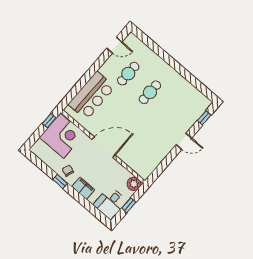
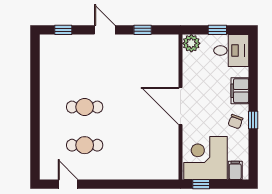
bar counter: (92, 96) -> (139, 163), removed
filing cabinet: (40, 147) -> (235, 170), added
window: (165, 163) -> (143, 30), added

